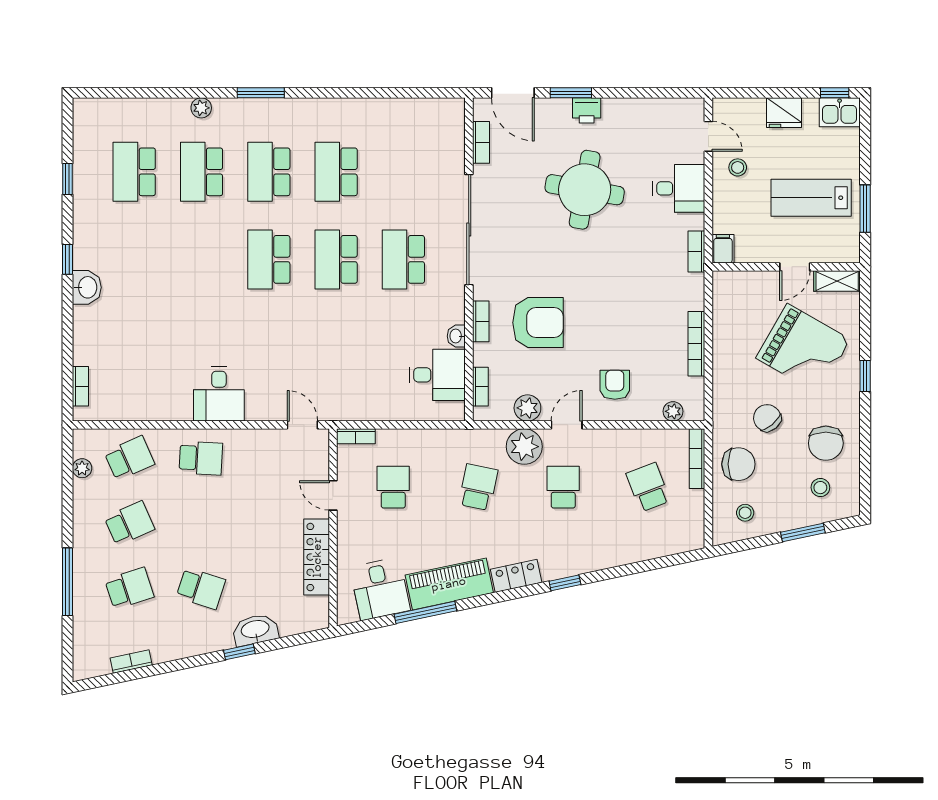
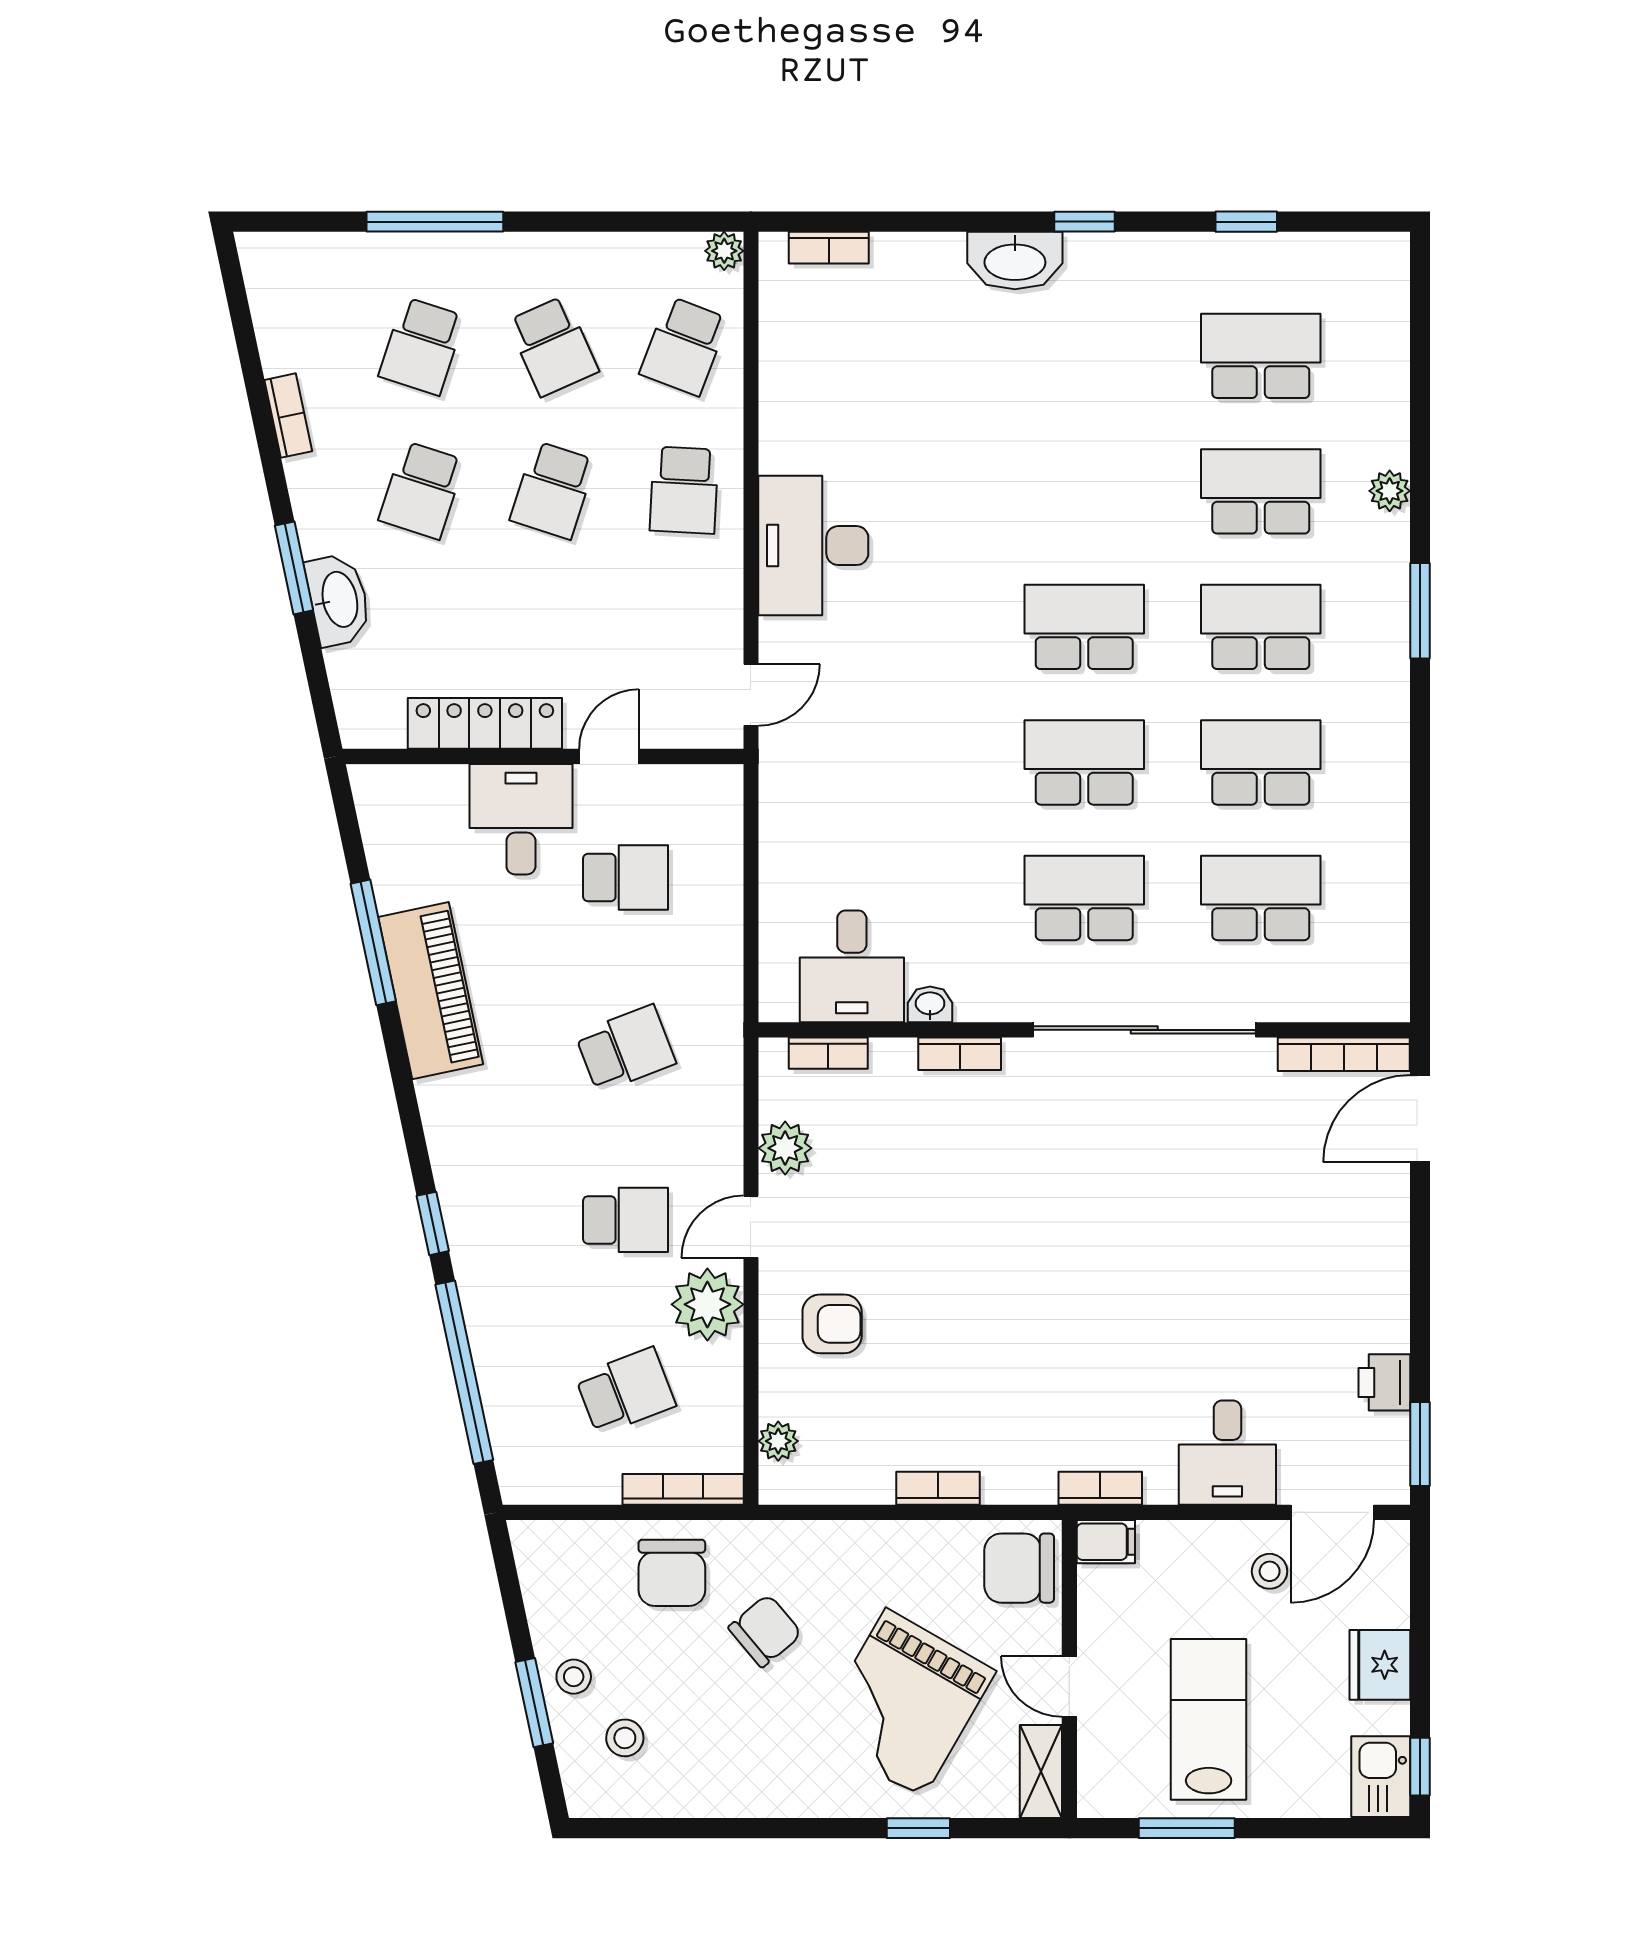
window: (571, 93) -> (1420, 1444), moved
printer: (587, 110) -> (1384, 1382), moved
door: (708, 136) -> (1332, 1512), width x1.38
bookcase: (481, 142) -> (1344, 1054), width x1.56
school desk: (403, 172) -> (1261, 898), added
round table: (585, 190) -> (1225, 1263), removed
washbasin: (87, 287) -> (1015, 261), width x1.38
armchair: (538, 323) -> (957, 1169), removed
bookcase: (696, 344) -> (938, 1488), width x0.64
window: (865, 376) -> (918, 1828), moved
desk: (219, 394) -> (813, 546), width x1.37
door: (567, 425) -> (751, 1227), swing flipped
bookcase: (356, 436) -> (728, 802), removed
chair: (826, 443) -> (1019, 1568), moved
plant: (524, 447) -> (707, 1304), moved
school desk: (129, 458) -> (684, 346), turned 45
plant: (82, 468) -> (724, 251), moved
school desk: (478, 487) -> (626, 1049), turned -33
stool: (745, 513) -> (574, 1677), moved
school desk: (201, 523) -> (553, 490), added
window: (639, 567) -> (464, 1372), added
locker: (516, 576) -> (447, 1125), removed
school desk: (129, 588) -> (422, 346), turned 36
desk: (380, 589) -> (521, 819), moved, turned 102
window: (239, 652) -> (294, 568), width x1.50
bookcase: (131, 662) -> (288, 416), moved

